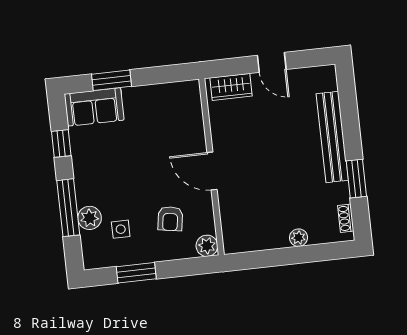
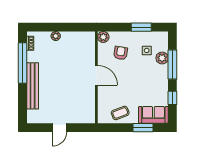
door: (272, 62) -> (59, 128), swing flipped
wardrobe: (231, 87) -> (82, 117), removed
coffee table: (158, 104) -> (120, 113), added
window: (356, 179) -> (23, 63), width x2.11

